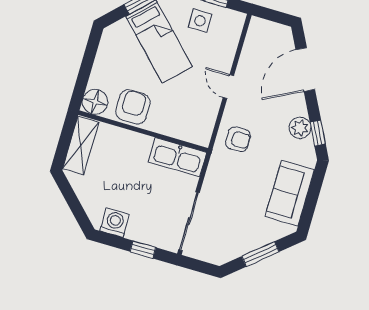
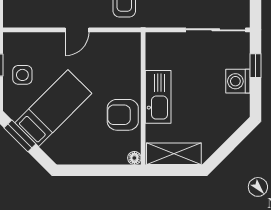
floor lamp: (95, 102) -> (134, 158), width x0.53, depth x0.53
kitchen sink: (177, 157) -> (158, 97), moved
washing machine: (115, 223) -> (238, 81), moved

